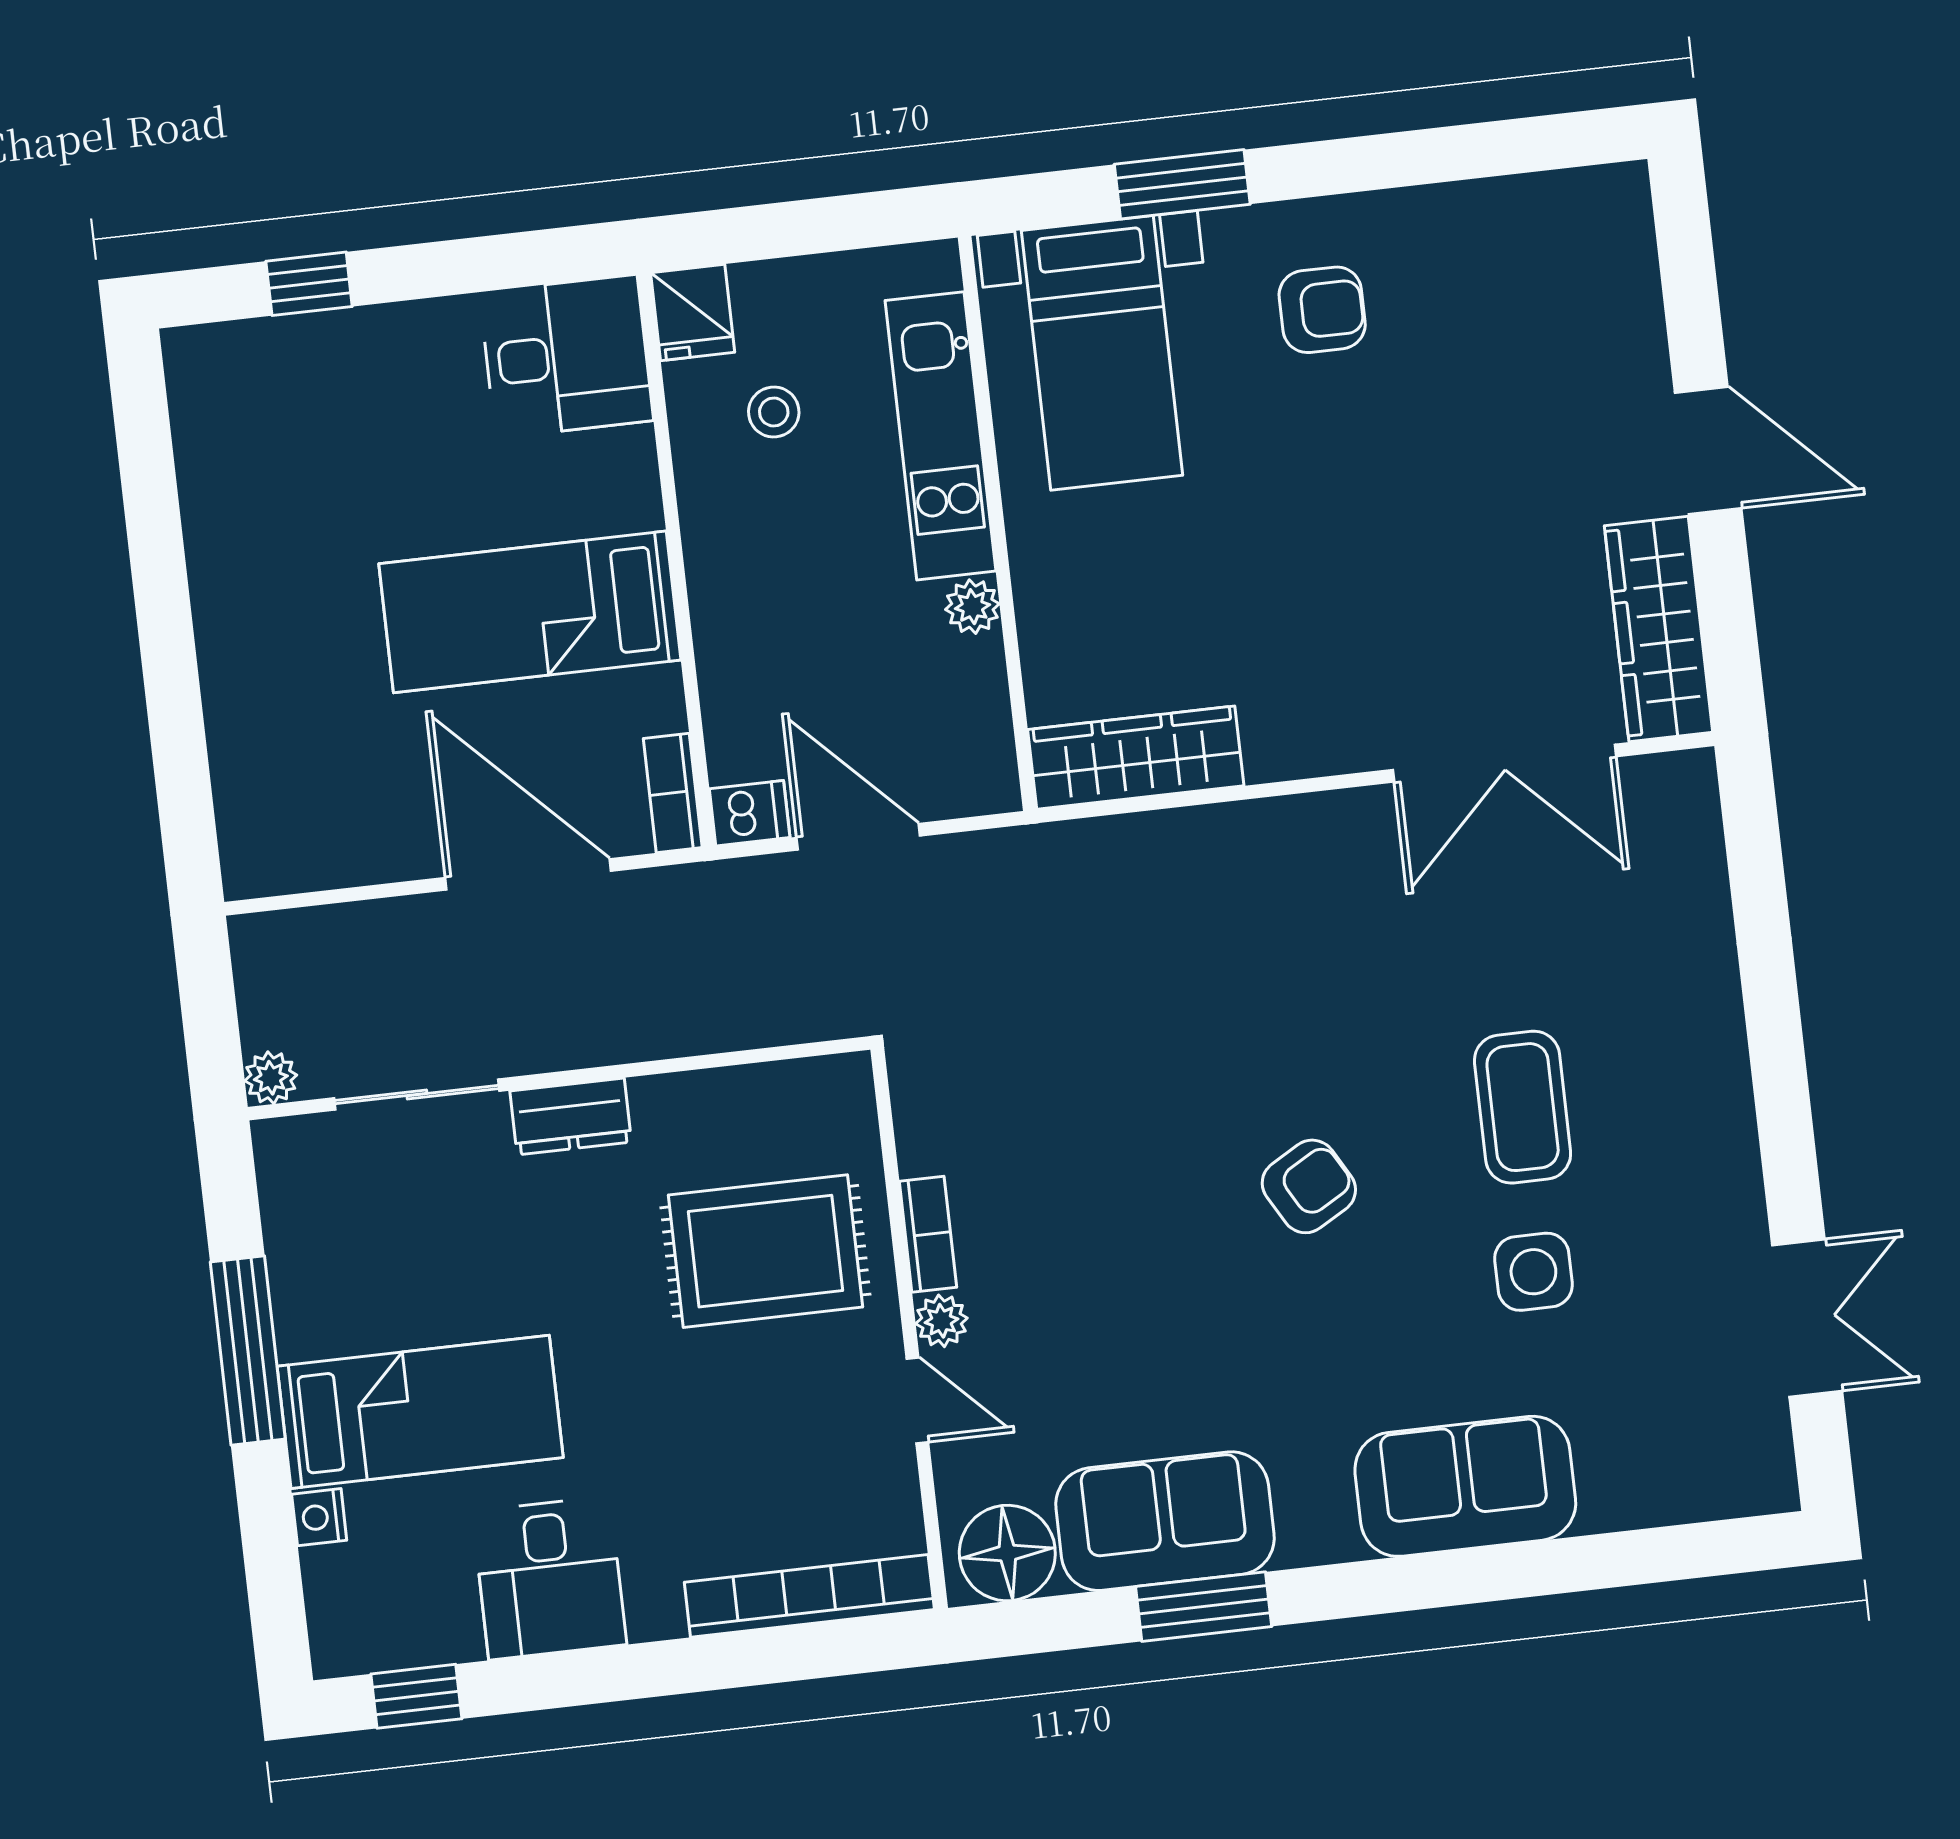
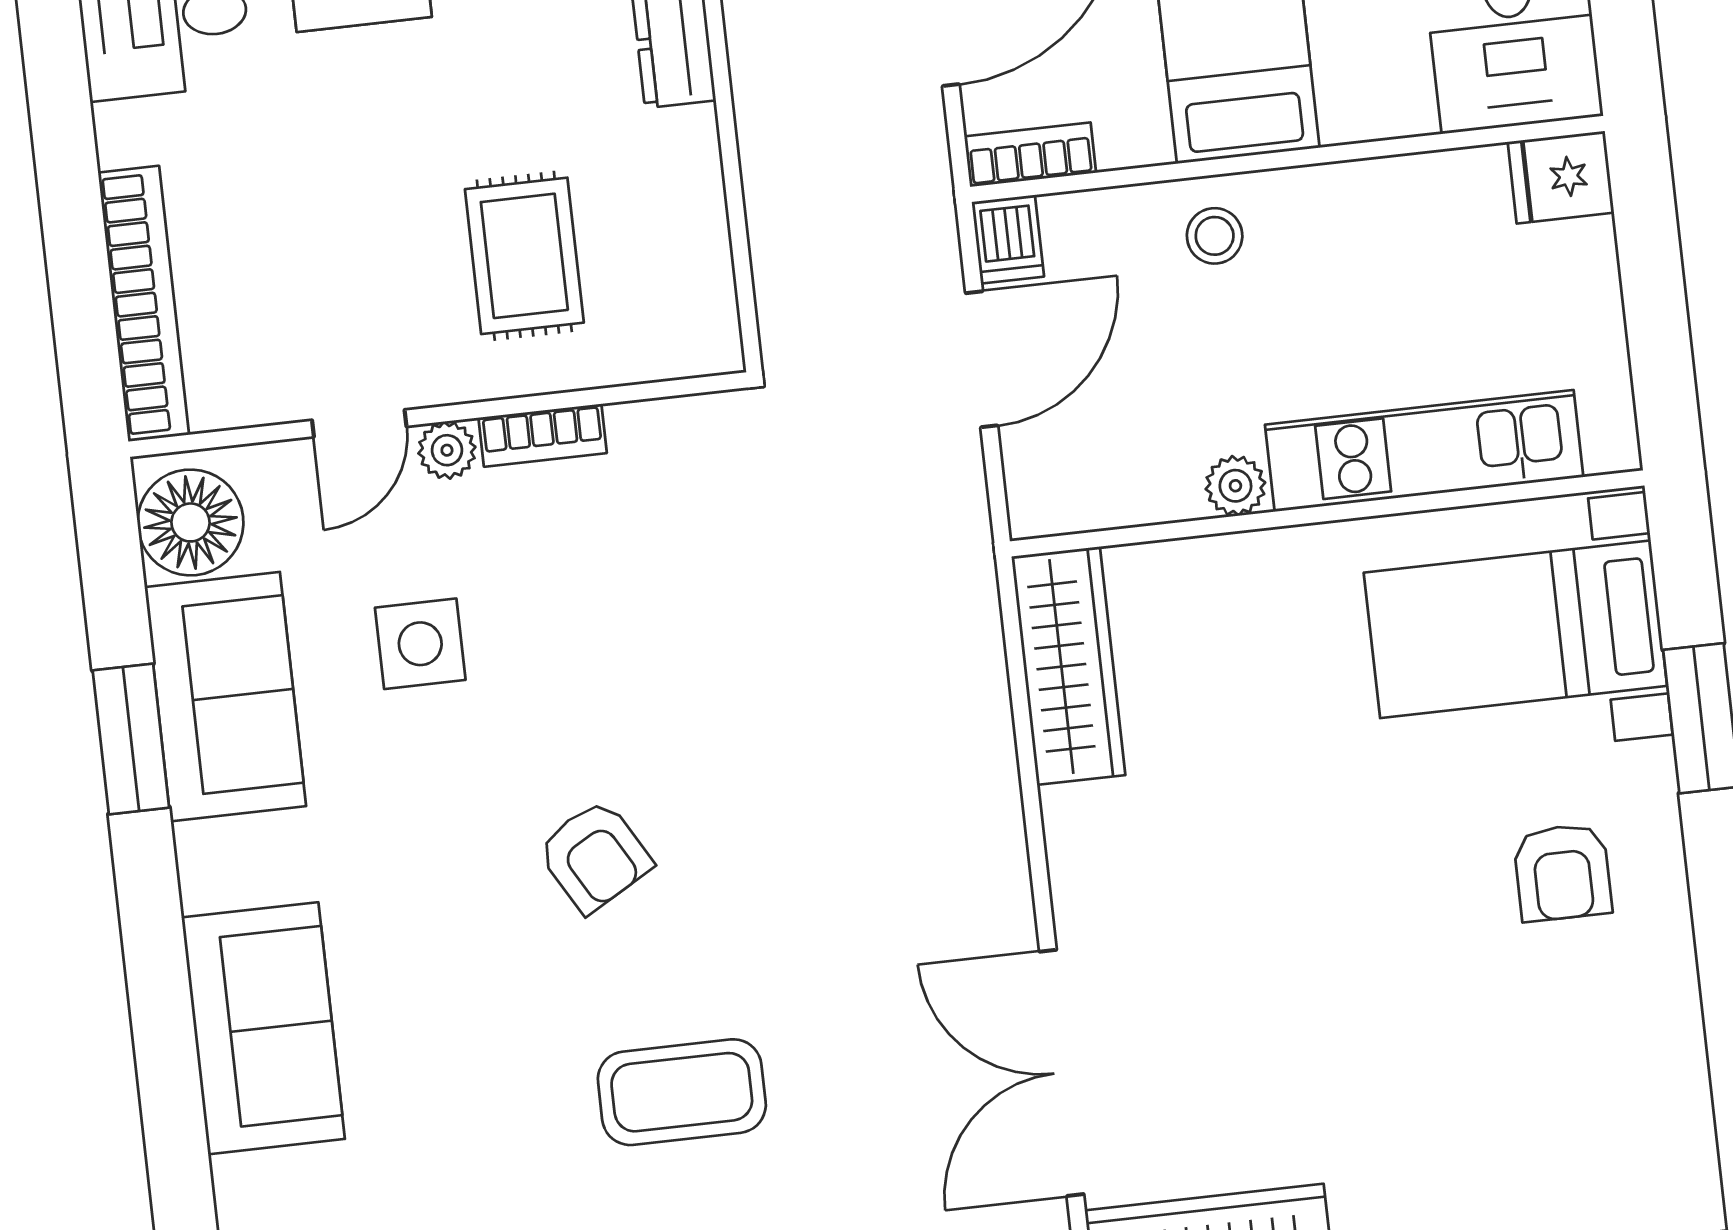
stool: (774, 412) -> (1215, 236), moved
rug: (765, 1251) -> (524, 256), width x0.73, depth x0.70
side table: (1533, 1272) -> (420, 644), moved

